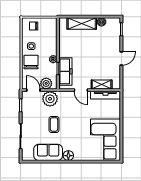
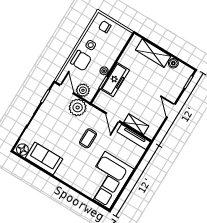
door: (121, 58) -> (171, 111), swing flipped
chair: (31, 62) -> (81, 60), turned 90
freezer: (65, 71) -> (115, 80), moved
coffee table: (54, 124) -> (88, 138), moved
floor lamp: (68, 156) -> (22, 150), moved

